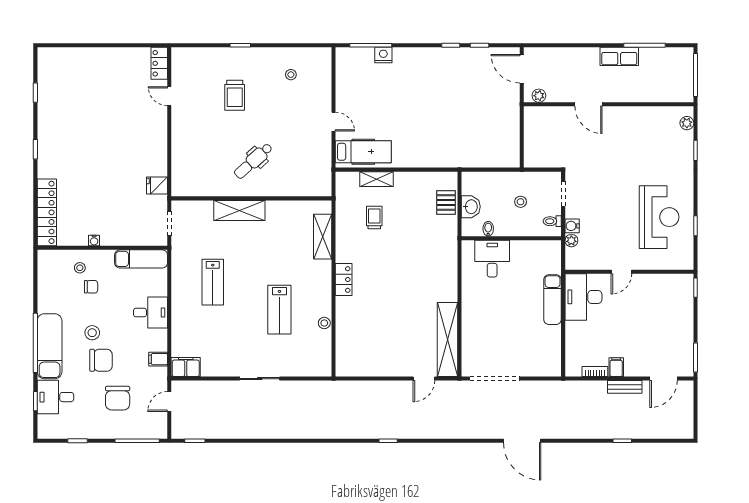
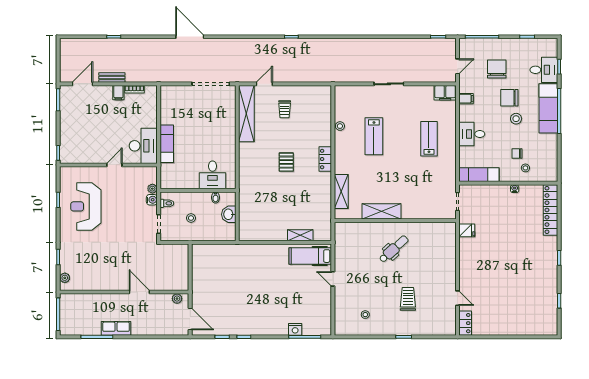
pallet: (446, 202) -> (286, 162), moved
shelving: (239, 210) -> (382, 211), moved
trolley: (374, 218) -> (285, 109), moved
lab bench: (213, 282) -> (429, 139), moved
lab bench: (279, 310) -> (374, 136), turned 180

